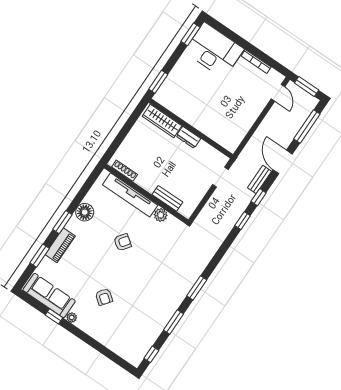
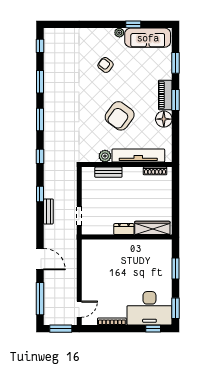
window: (223, 30) -> (153, 329), added
window: (158, 82) -> (175, 268), moved
door: (278, 93) -> (79, 309), swing flipped
bench: (260, 179) -> (48, 211), moved
window: (259, 197) -> (40, 156), moved
armchair: (123, 242) -> (120, 116), width x1.88, depth x1.88
piano: (60, 245) -> (165, 95), moved

